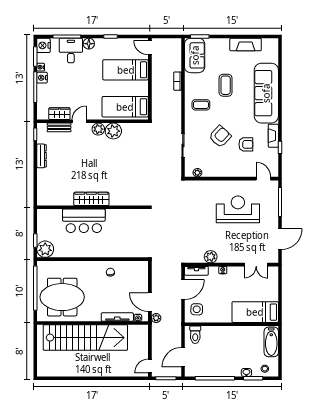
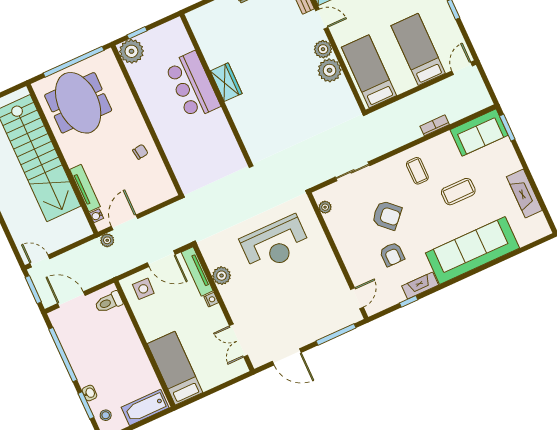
wardrobe: (91, 199) -> (226, 82), width x0.67
reception desk: (238, 209) -> (275, 244), moved, turned 90
tv unit: (196, 271) -> (197, 272), width x1.41

